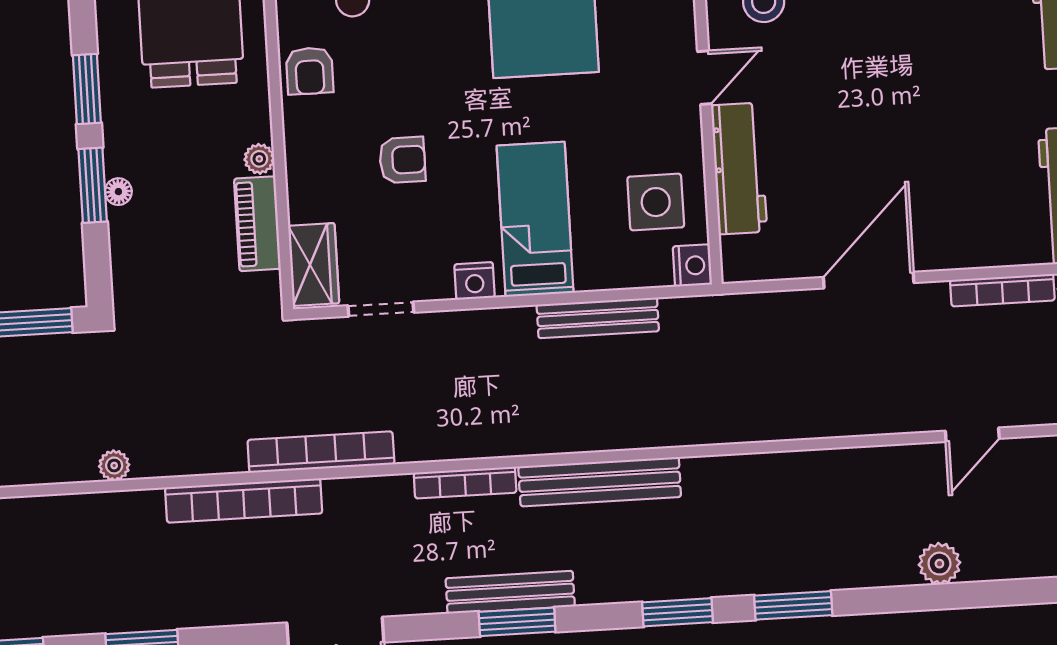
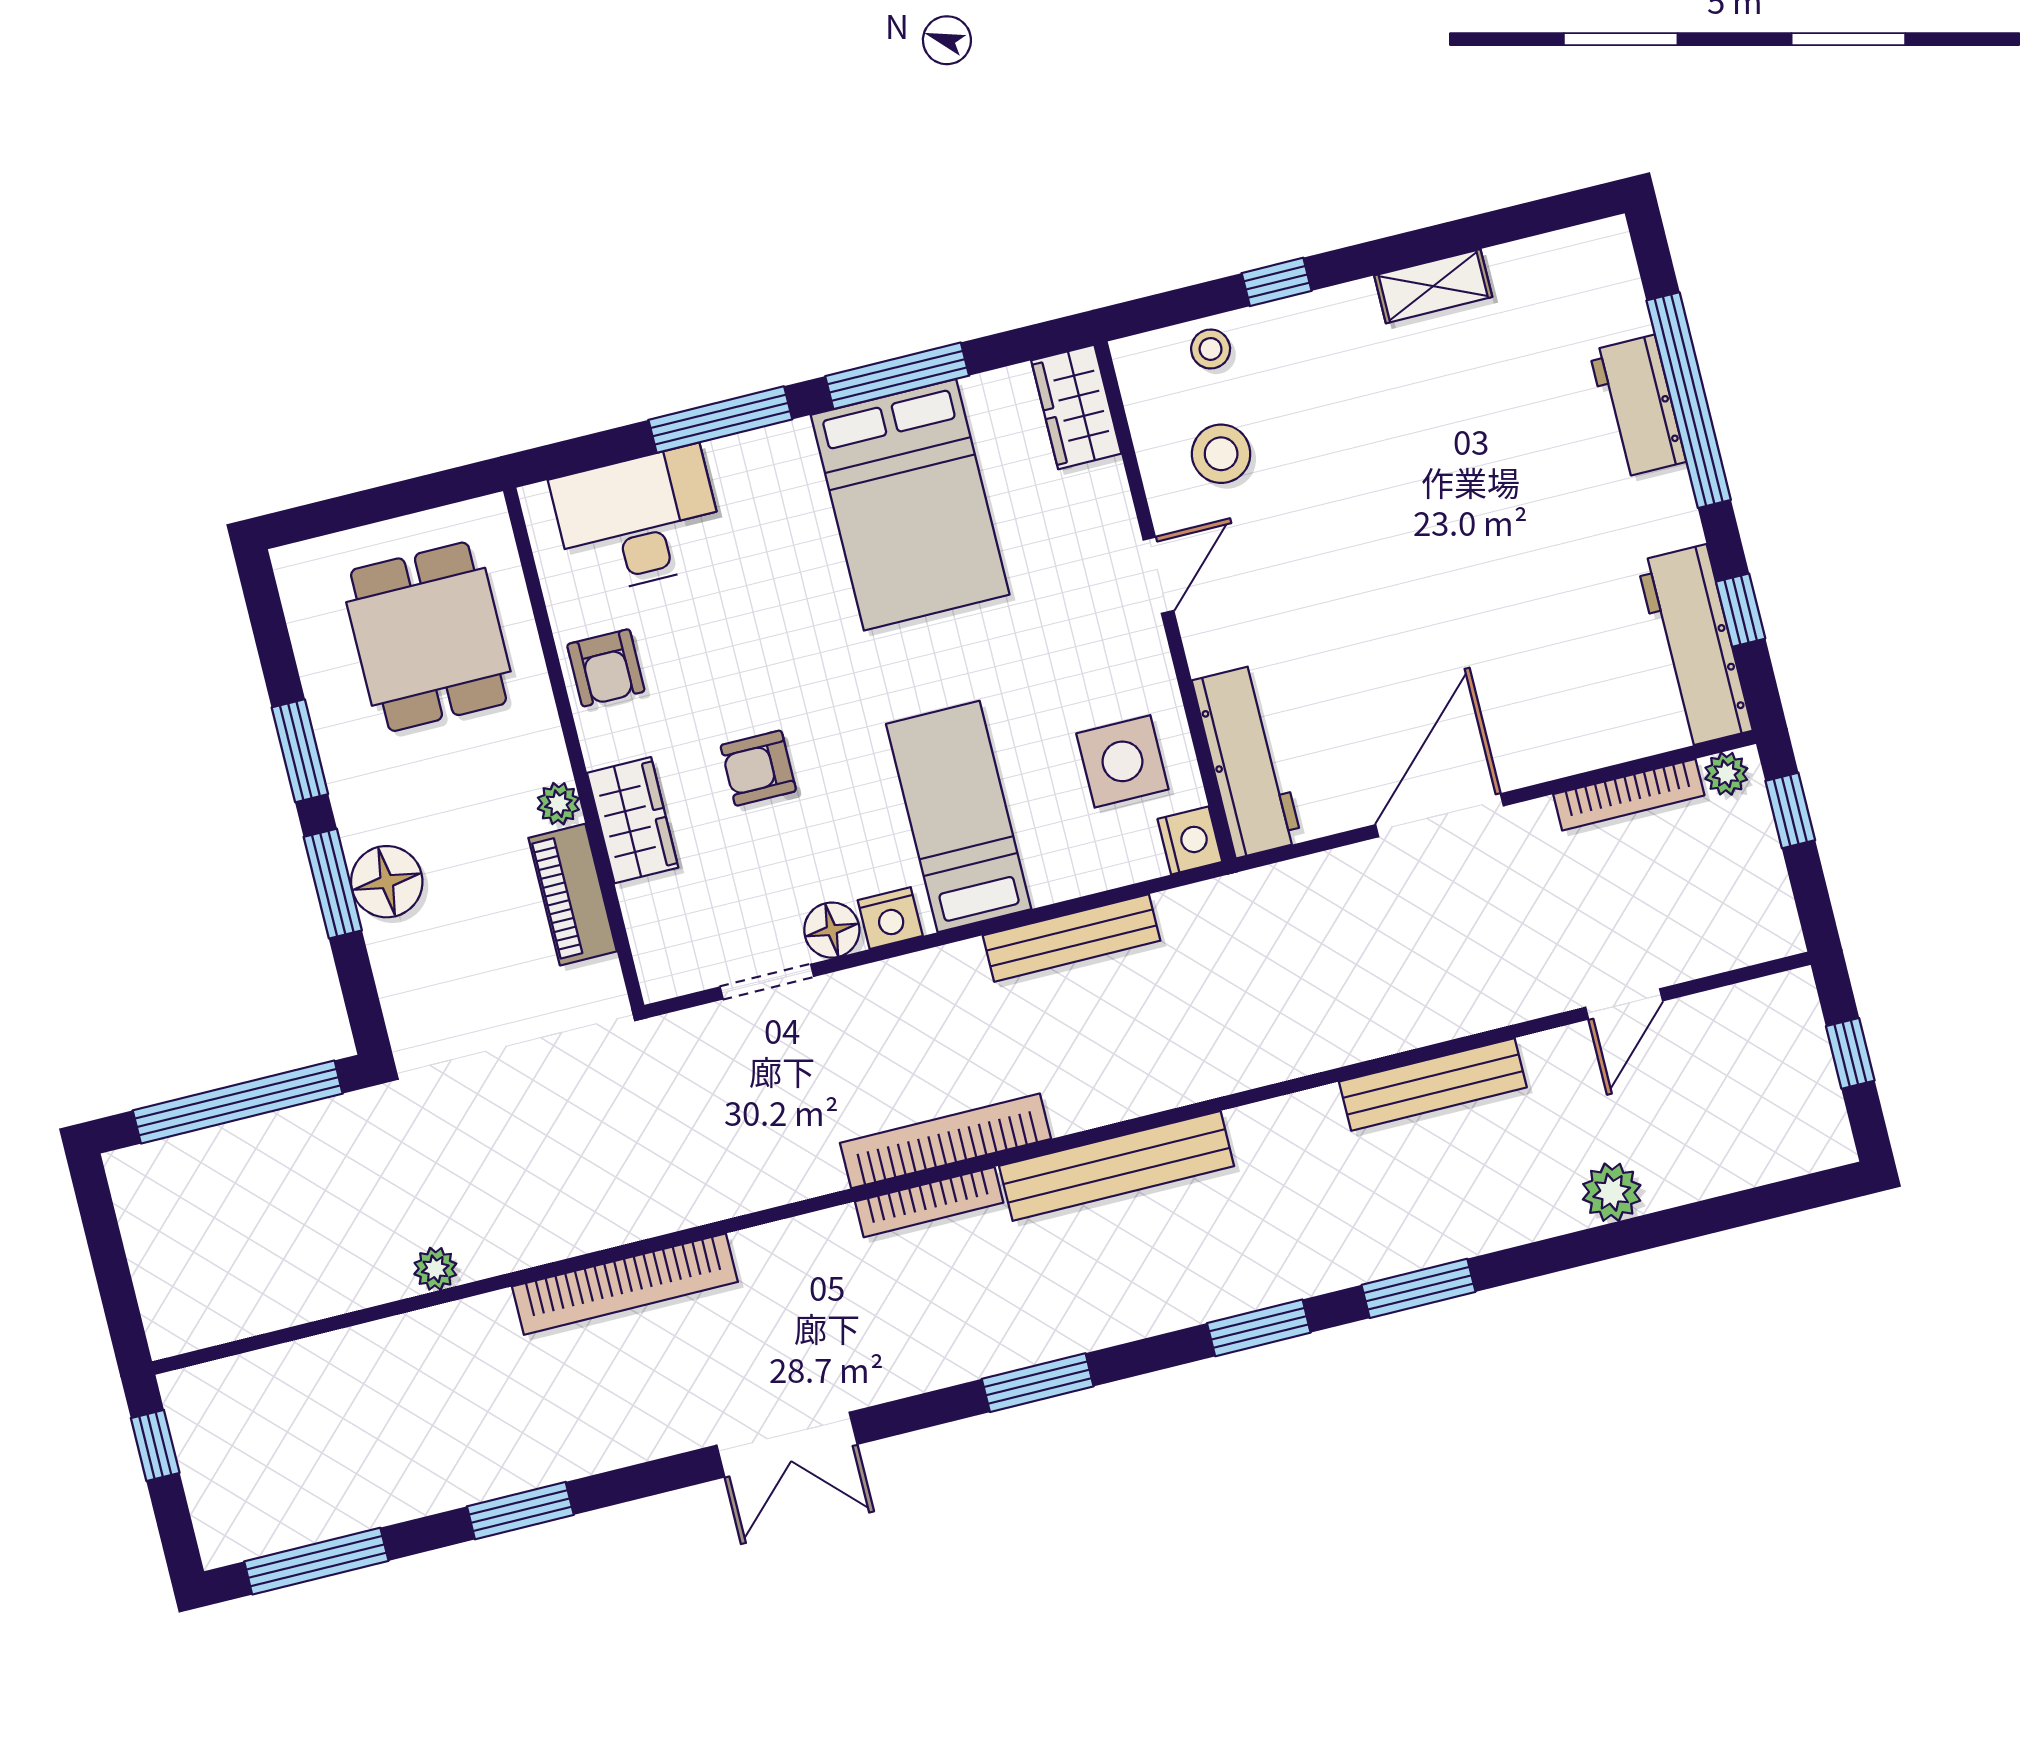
armchair: (402, 160) -> (758, 768), turned 180
workbench: (739, 168) -> (1247, 761), moved
floor lamp: (118, 192) -> (387, 882), width x1.89, depth x1.89
wardrobe: (314, 264) -> (633, 820), moved
floor lamp: (433, 282) -> (832, 930), added
bookcase: (321, 452) -> (945, 1141), moved
bench: (510, 592) -> (1433, 1085), moved

